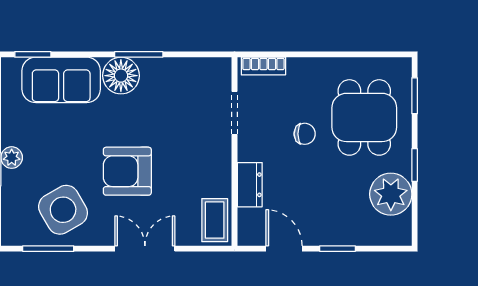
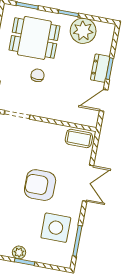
armchair: (127, 171) -> (40, 185), turned 90
dresser: (250, 185) -> (100, 68), moved, turned -90
side table: (63, 210) -> (56, 228), turned 30
double door: (145, 249) -> (88, 183), swing flipped

